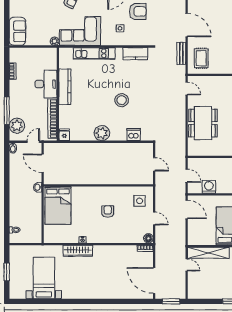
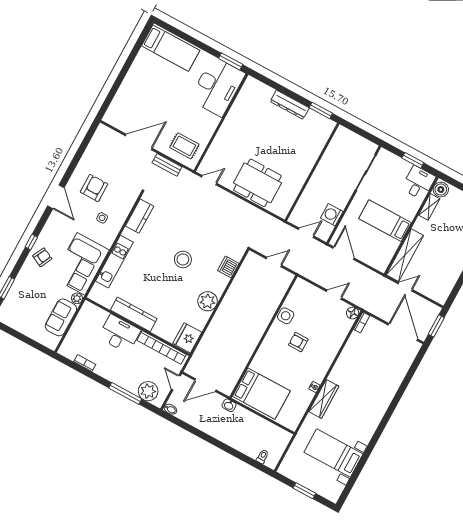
sofa: (17, 31) -> (61, 317), moved, turned -90
fridge: (64, 135) -> (187, 338), width x1.88, depth x1.34
side table: (140, 201) -> (286, 316), moved
door: (187, 209) -> (344, 253), hinge flipped
door: (154, 280) -> (403, 332), swing flipped

